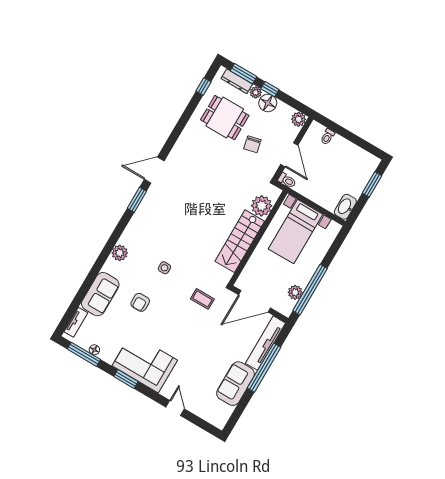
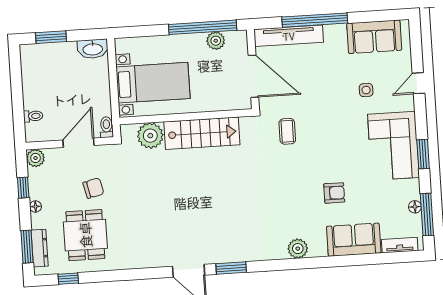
window: (270, 89) -> (23, 188), moved
plant: (256, 92) -> (38, 221), removed
floor lamp: (268, 103) -> (35, 206), width x0.53, depth x0.53
side table: (164, 268) -> (366, 90), moved
sofa: (235, 384) -> (374, 37), moved

